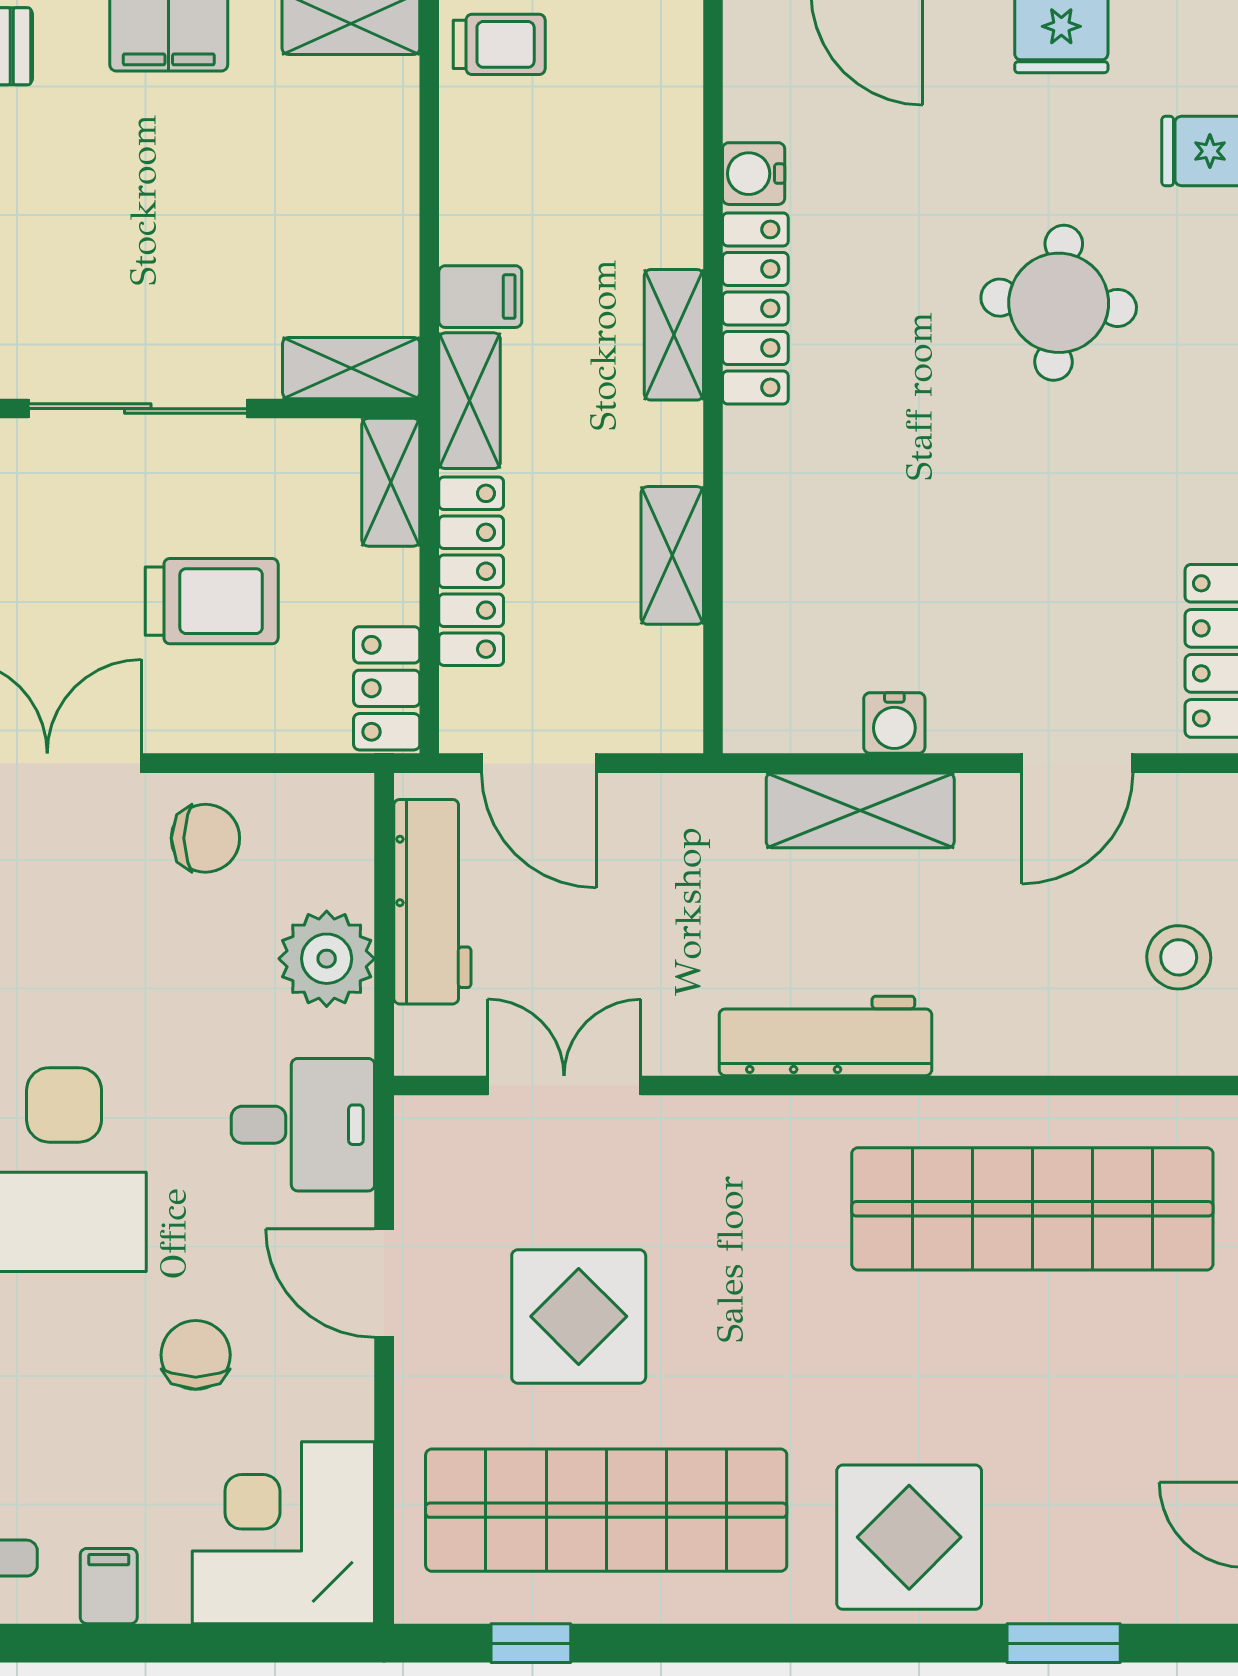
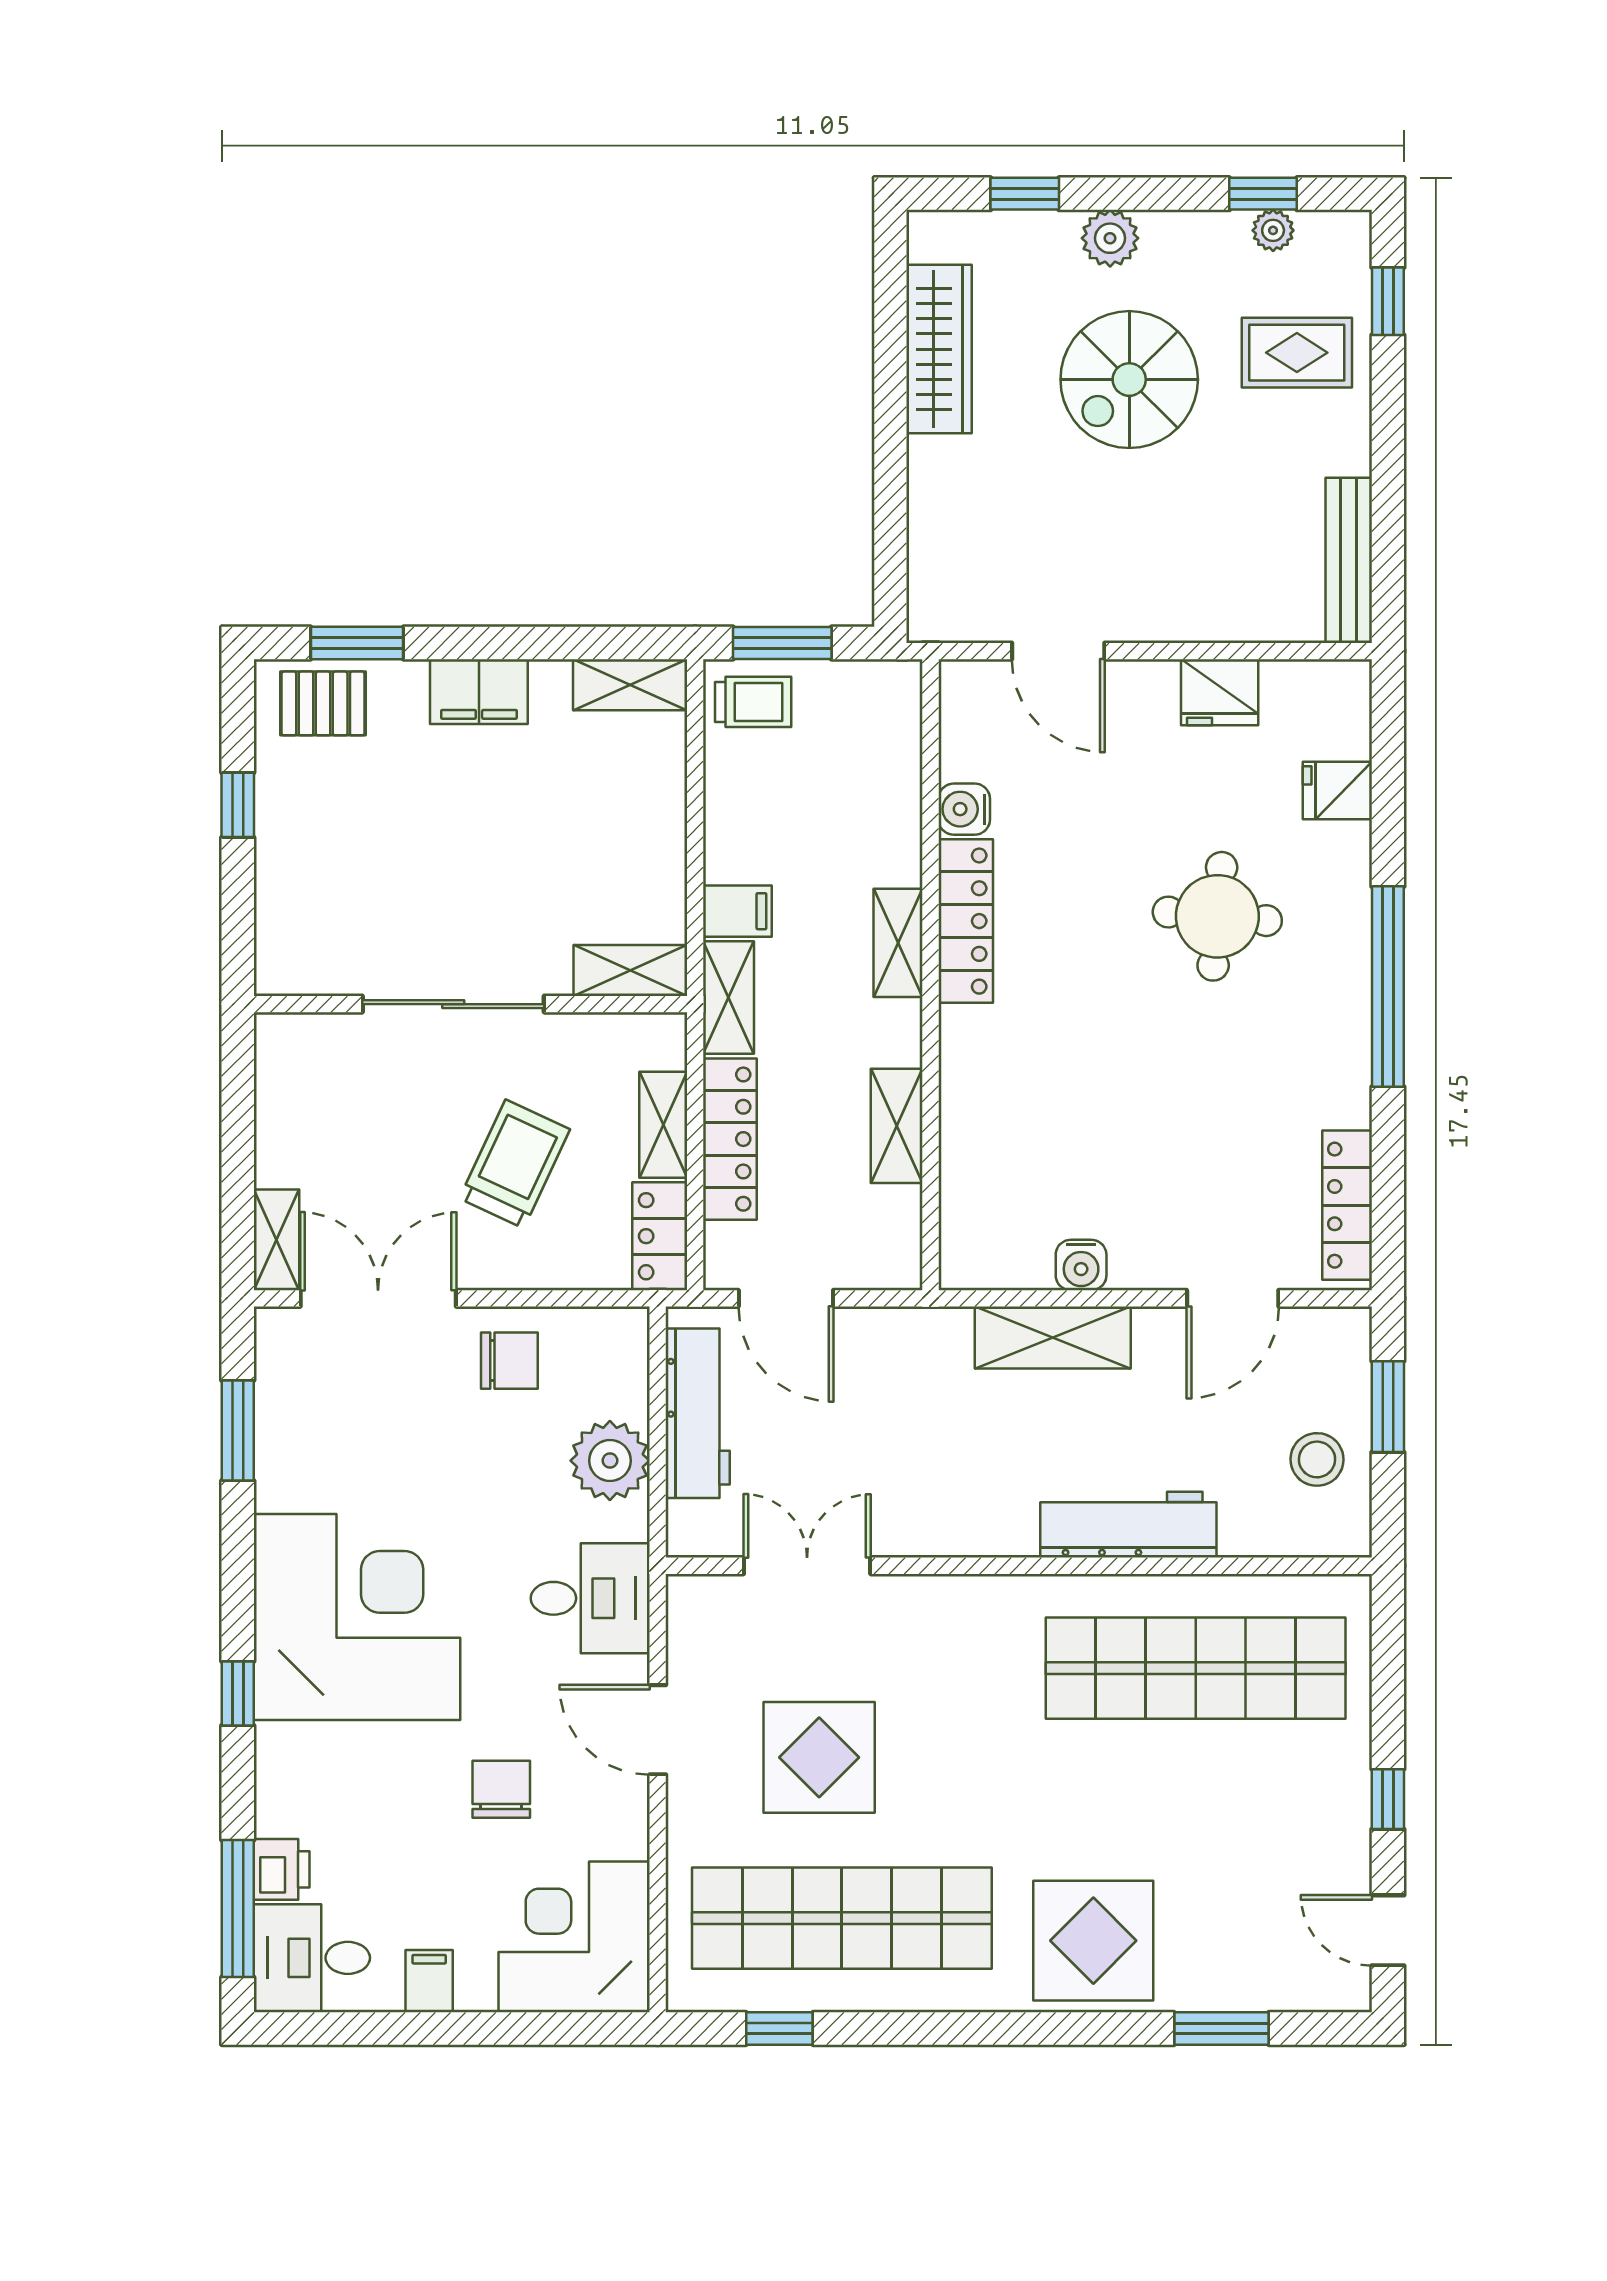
shelving: (391, 482) -> (663, 1125), moved
trolley: (212, 601) -> (515, 1164), turned -65
workbench: (825, 1036) -> (1128, 1525), moved

